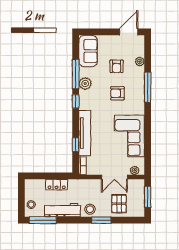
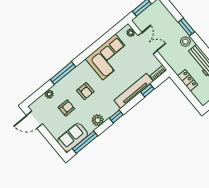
window: (76, 74) -> (85, 142), moved
pallet: (119, 204) -> (164, 24), removed

